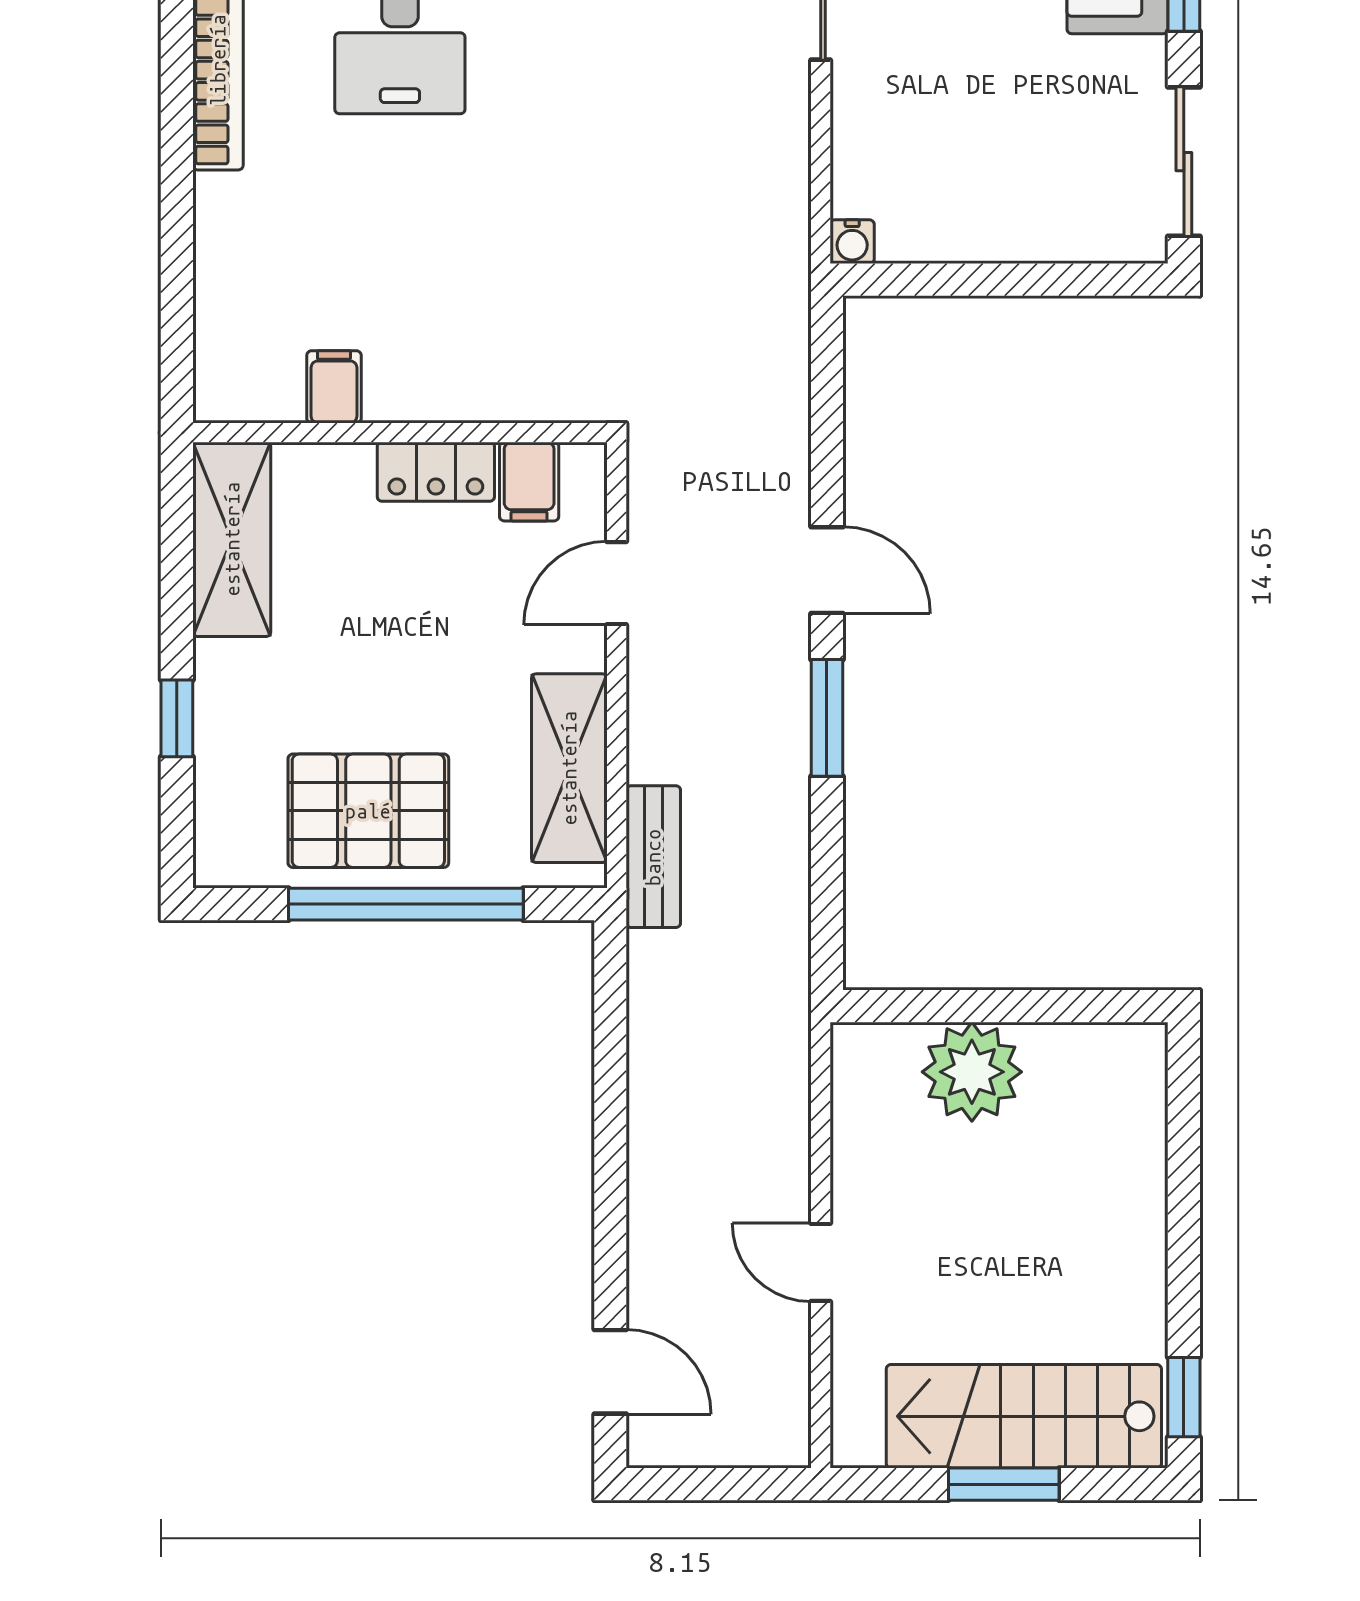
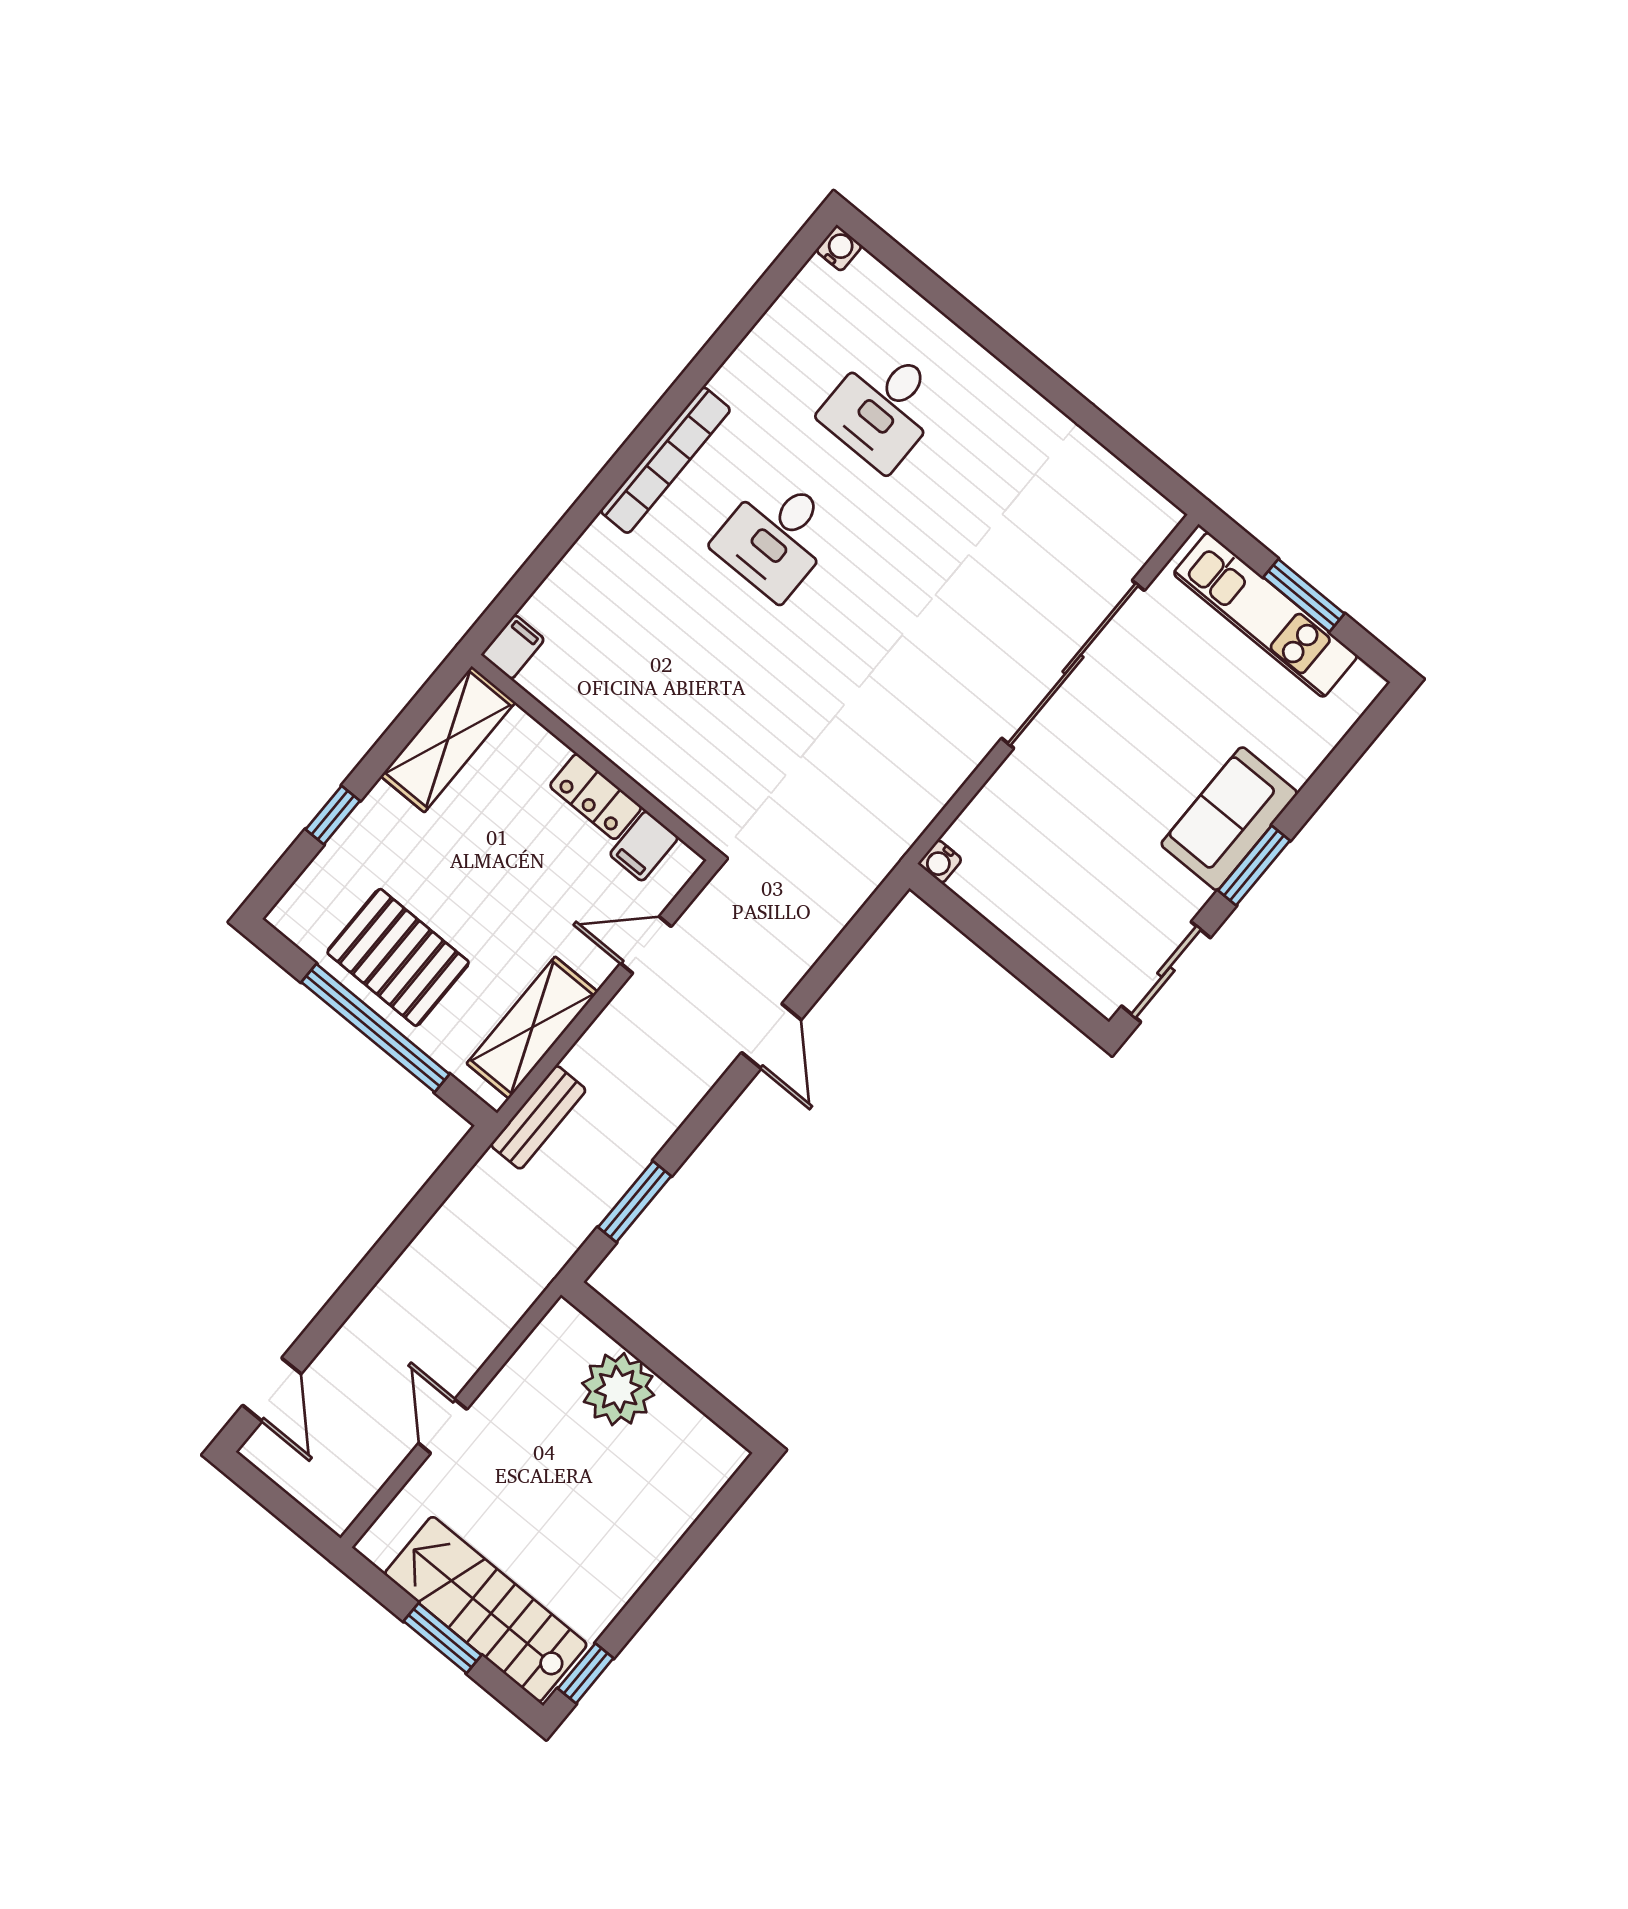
filing cabinet: (334, 387) -> (513, 647), moved
window: (827, 718) -> (635, 1202), moved

